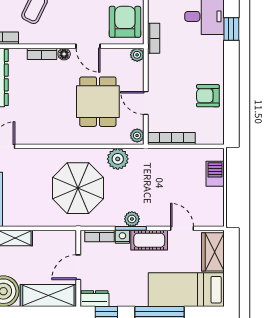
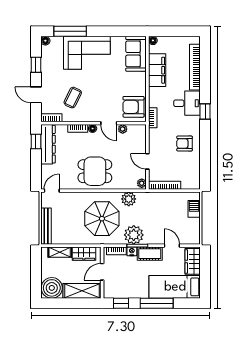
armchair: (125, 22) -> (134, 107), turned -90
plant: (137, 55) -> (123, 129), moved
armchair: (208, 96) -> (185, 144), moved
dining table: (98, 102) -> (95, 171), moved, turned 90
plant: (132, 219) -> (134, 235), width x1.88, depth x1.88
wardrobe: (51, 240) -> (84, 254), added
dresser: (95, 299) -> (113, 293), removed

